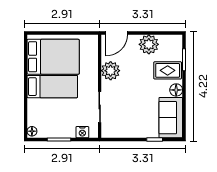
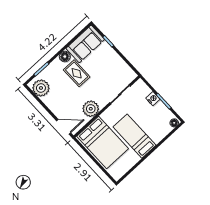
plant: (149, 44) -> (41, 88), moved
bed: (53, 57) -> (103, 142), moved, turned 180
rug: (168, 70) -> (77, 73), moved
nightstand: (82, 132) -> (153, 99), moved

